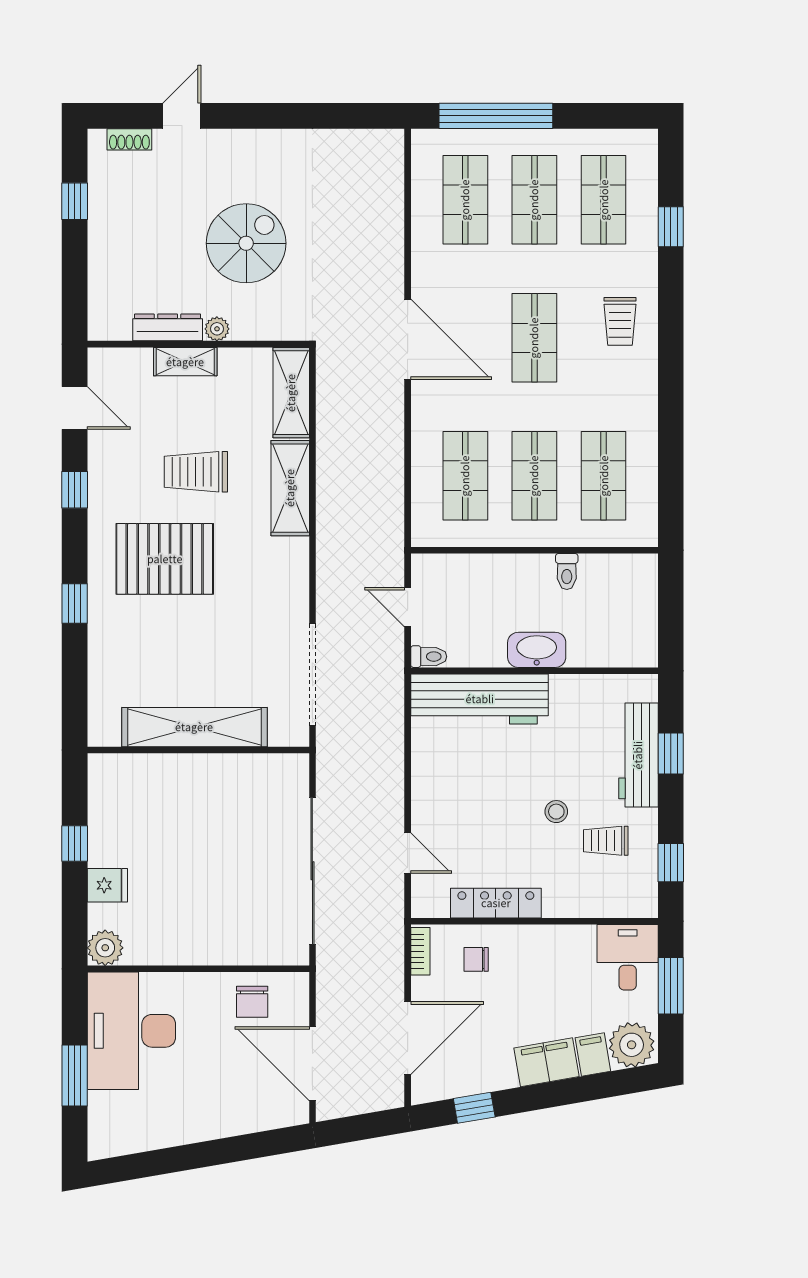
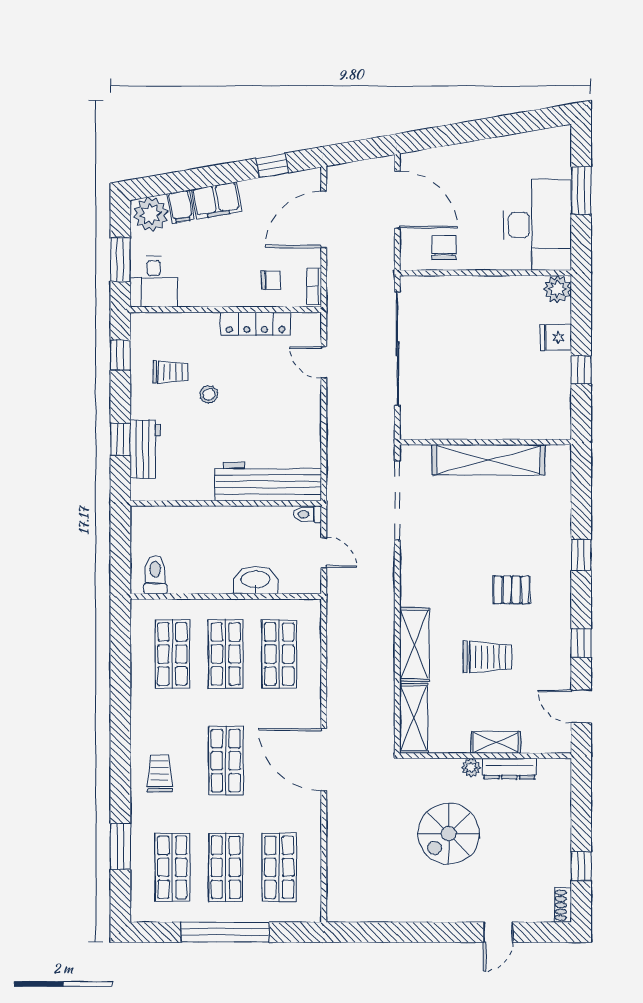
window: (496, 116) -> (225, 932), moved
shoe rack: (129, 139) -> (563, 905), moved, turned -90
window: (671, 227) -> (120, 846), width x1.50
pallet: (165, 559) -> (512, 590), width x0.49, depth x0.50
toilet: (567, 571) -> (155, 575), moved, width x1.37, depth x1.39
washbasin: (537, 650) -> (256, 580), moved, turned 180
workbench: (638, 755) -> (145, 449), width x0.73

